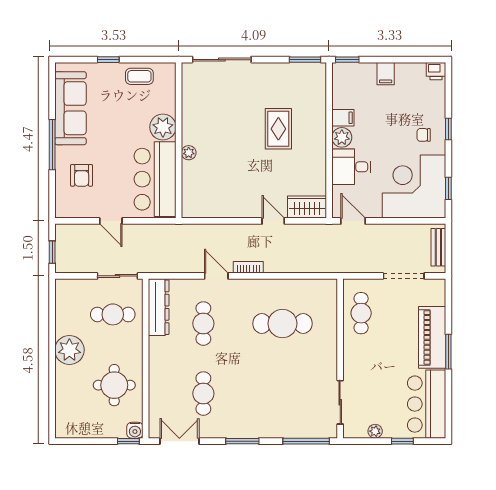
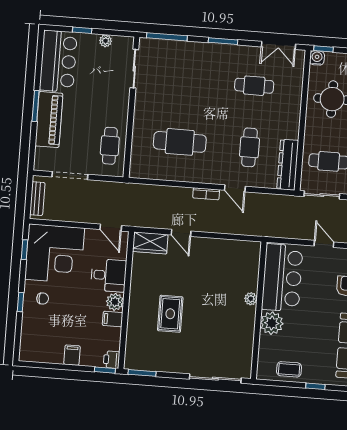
printer: (436, 71) -> (112, 360), moved, turned -90
cafe table: (203, 394) -> (254, 86), turned 90

